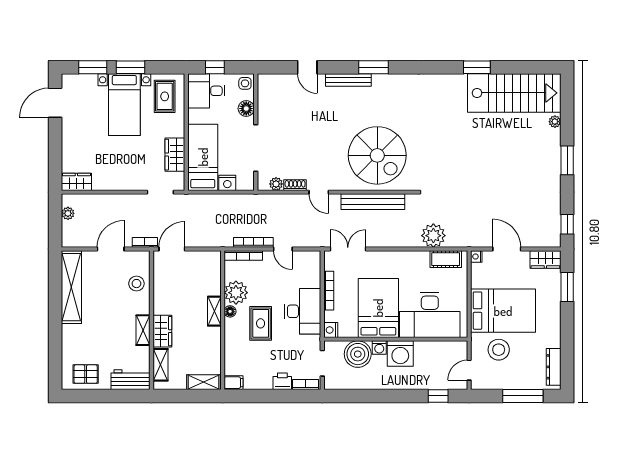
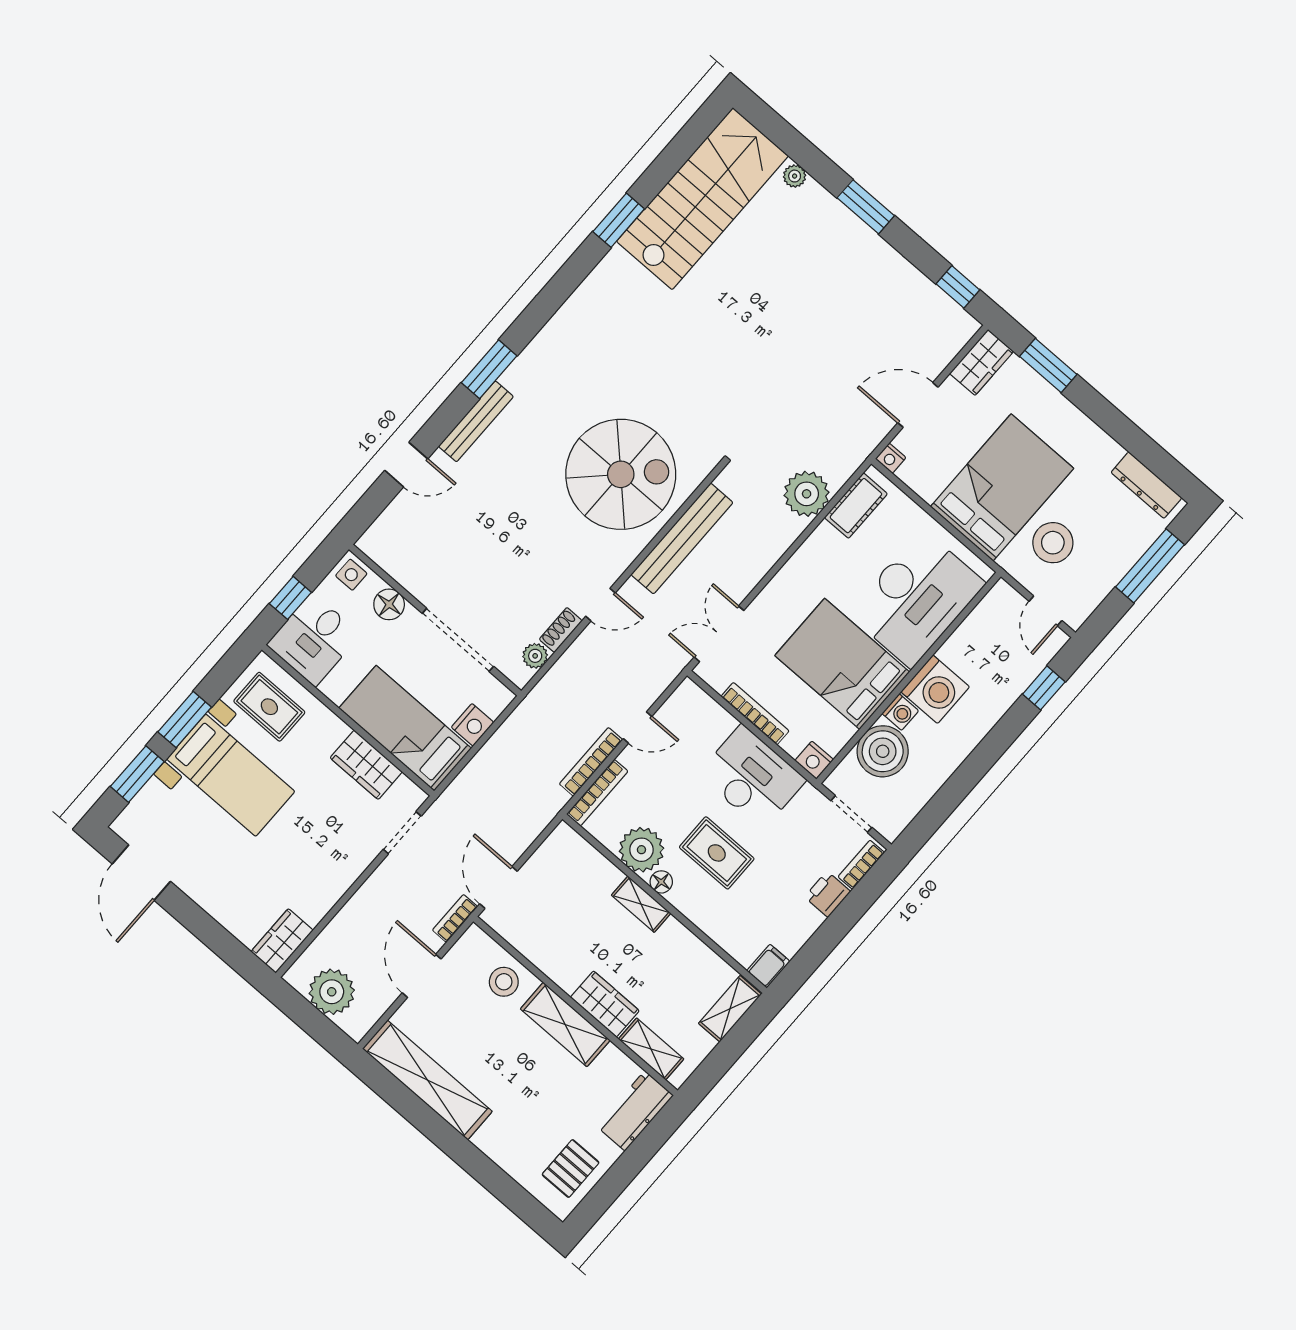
plant: (68, 213) -> (332, 992), width x1.88, depth x1.88
shelving: (143, 330) -> (565, 1025), width x1.50, depth x1.33

